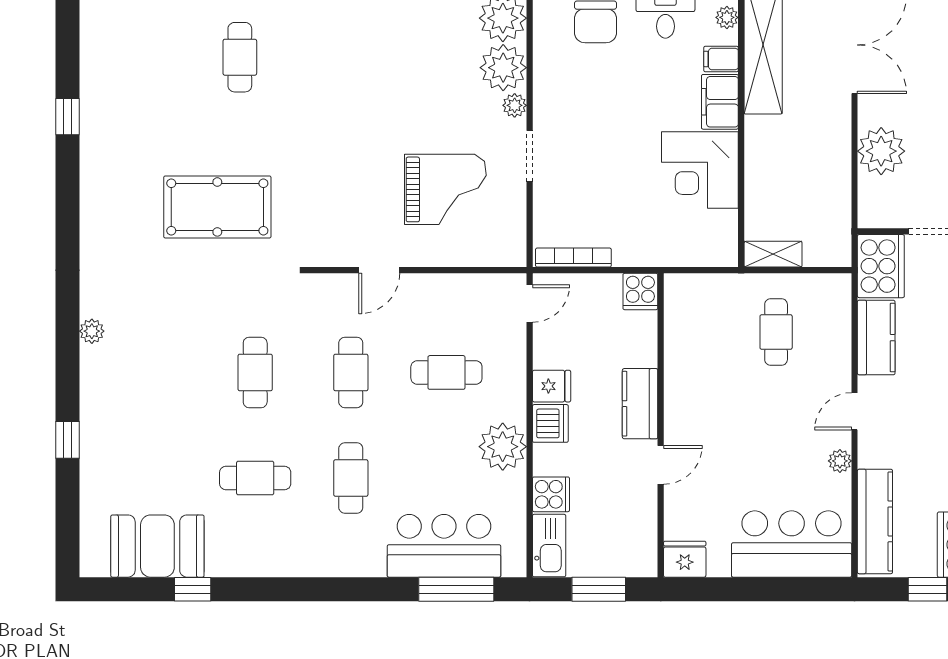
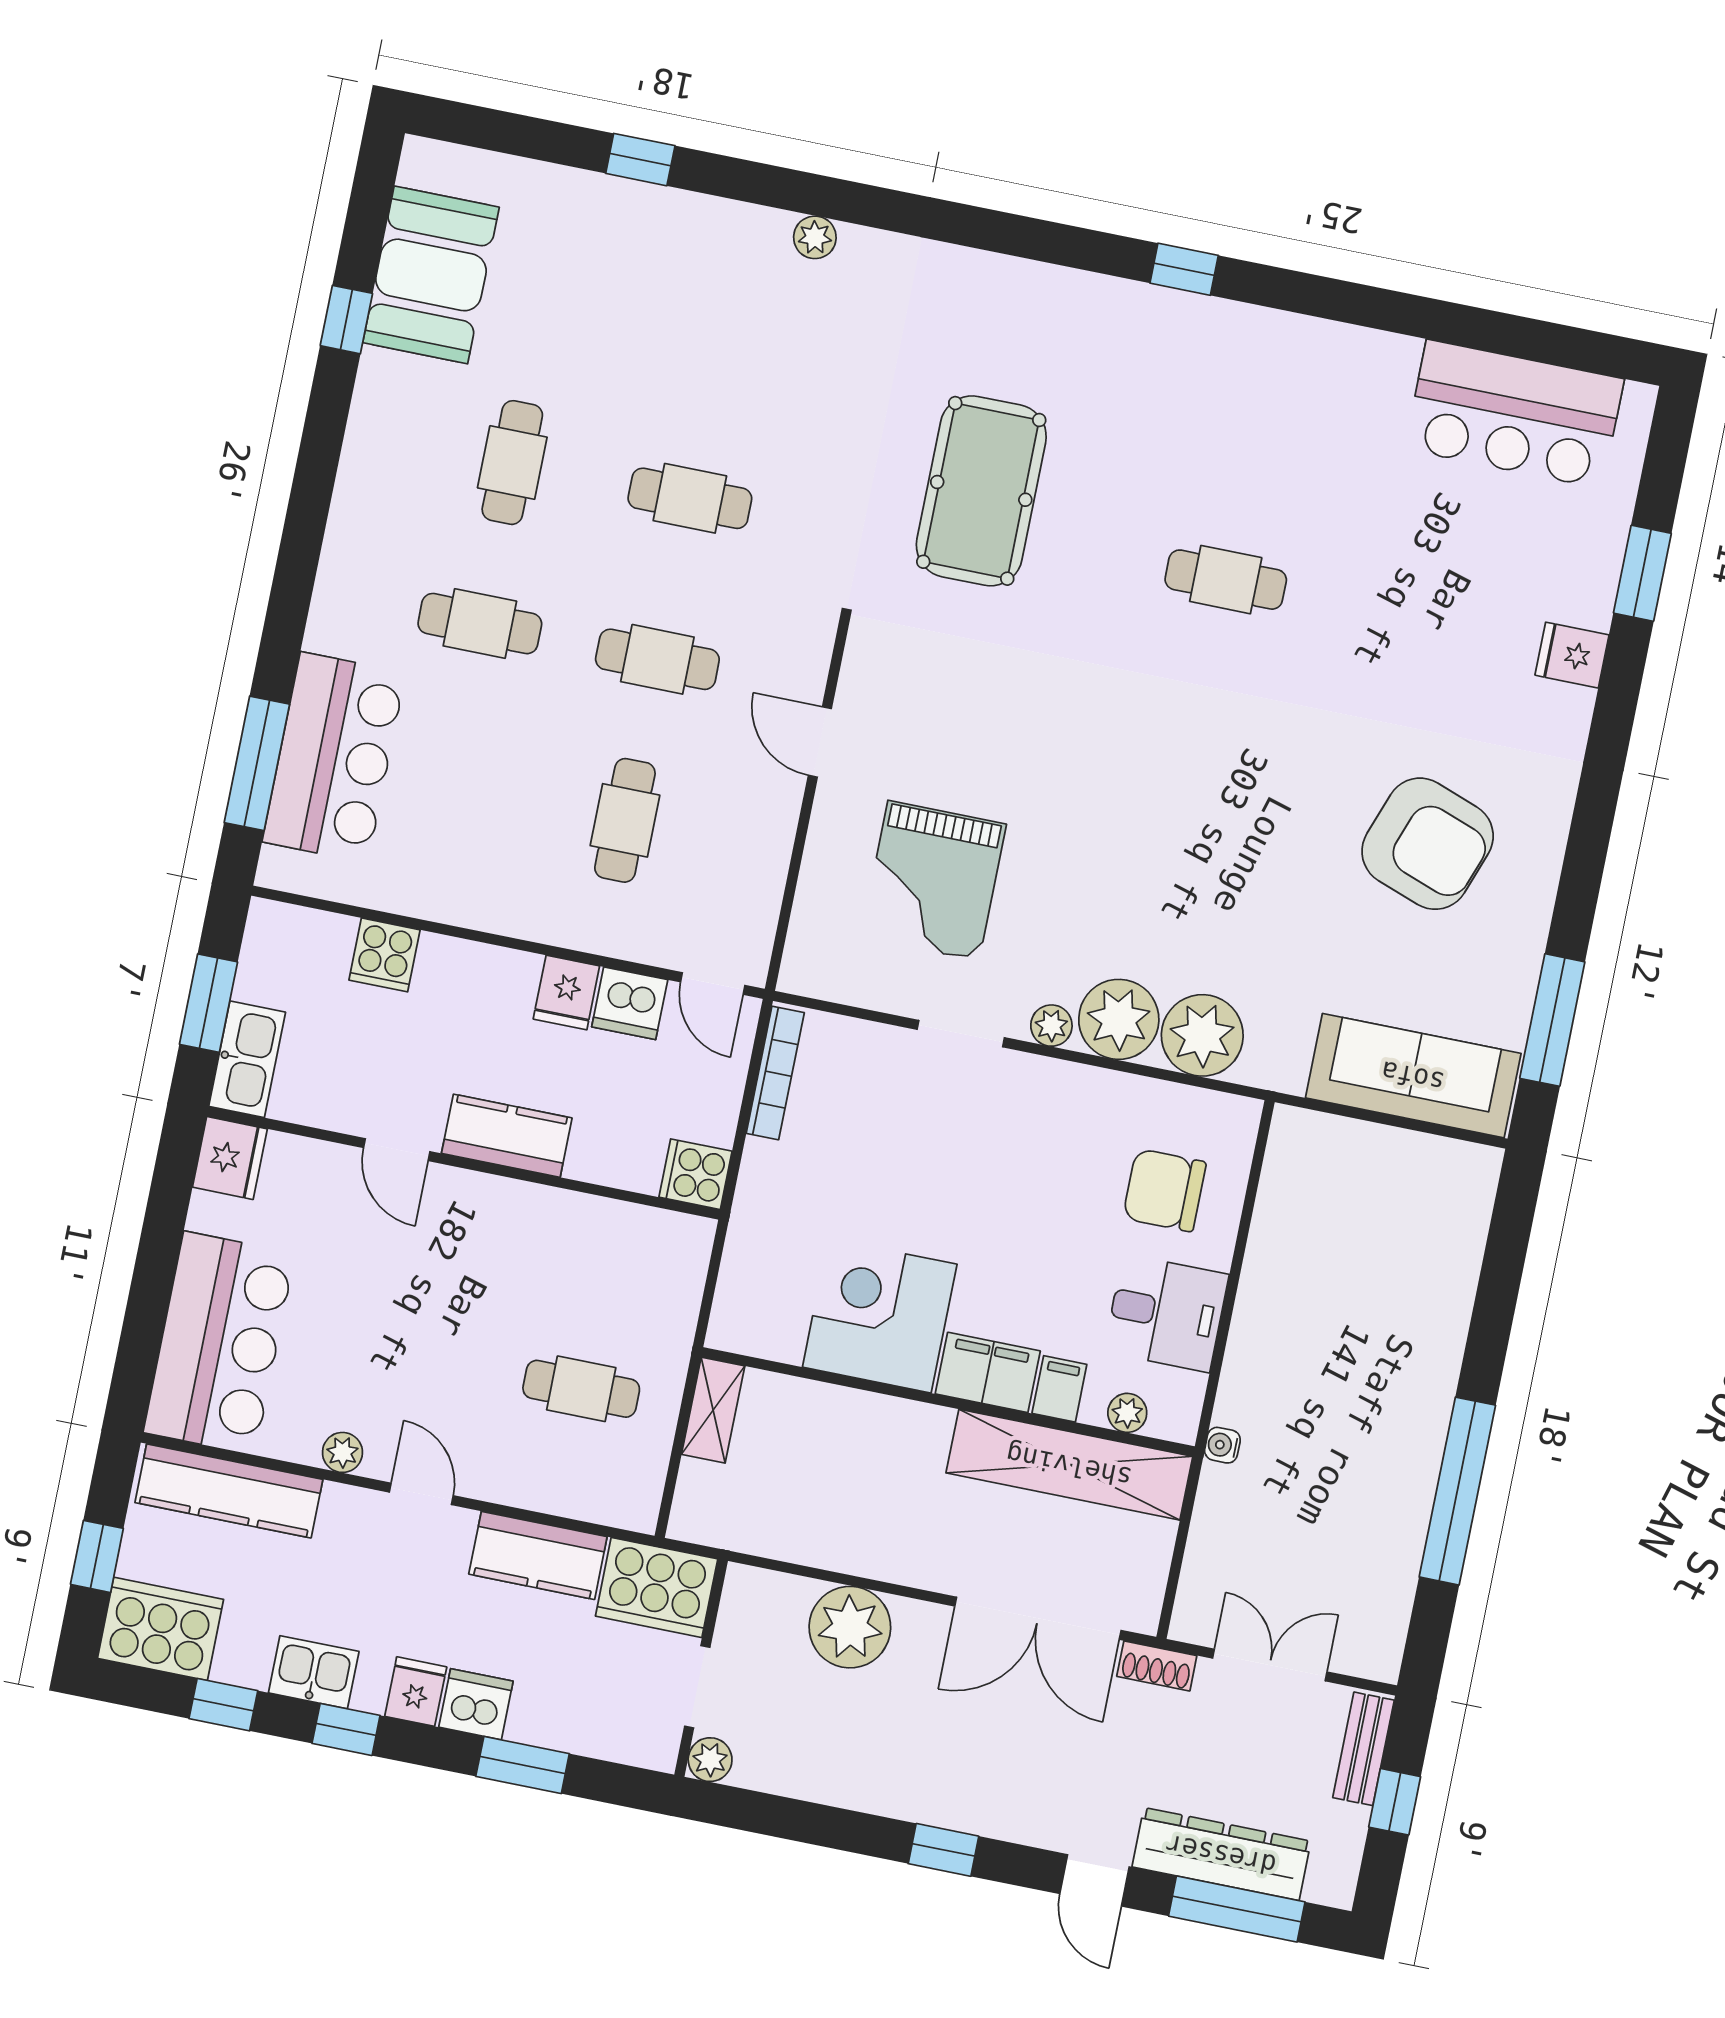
dishwasher: (550, 423) -> (630, 1003), moved
plant: (503, 447) -> (481, 890), removed
kitchen sink: (549, 546) -> (247, 1059), moved, turned -90

